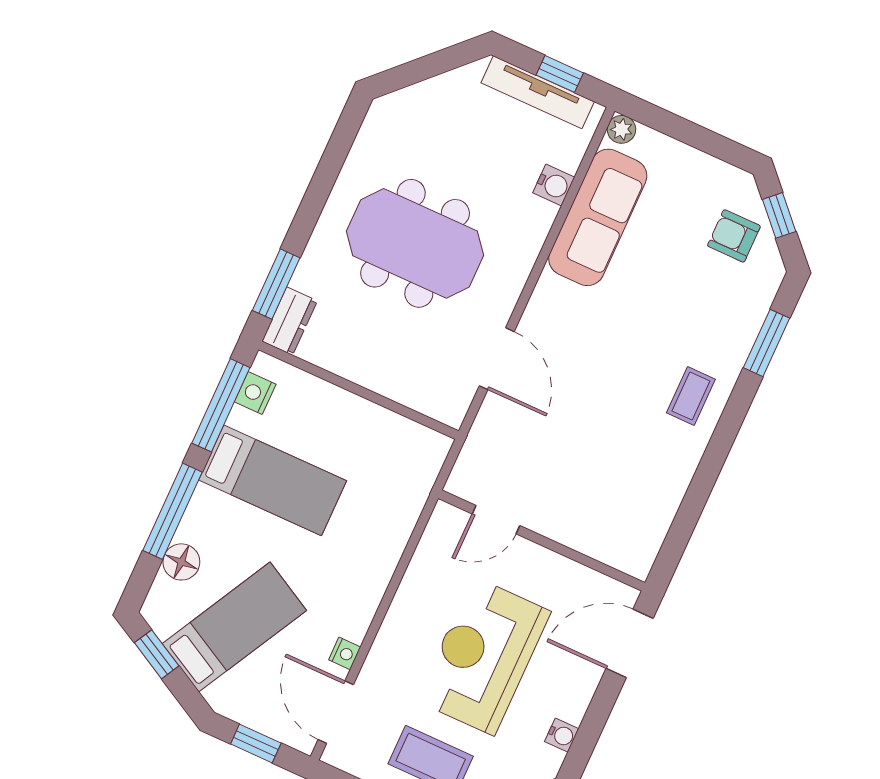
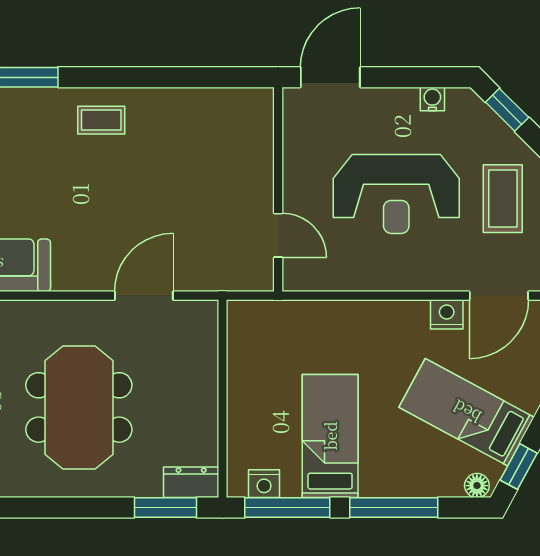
floor lamp: (181, 562) -> (477, 486), moved, width x0.73, depth x0.73
door: (630, 643) -> (330, 77), swing flipped
nightstand: (345, 653) -> (447, 314), width x1.39, depth x1.35

